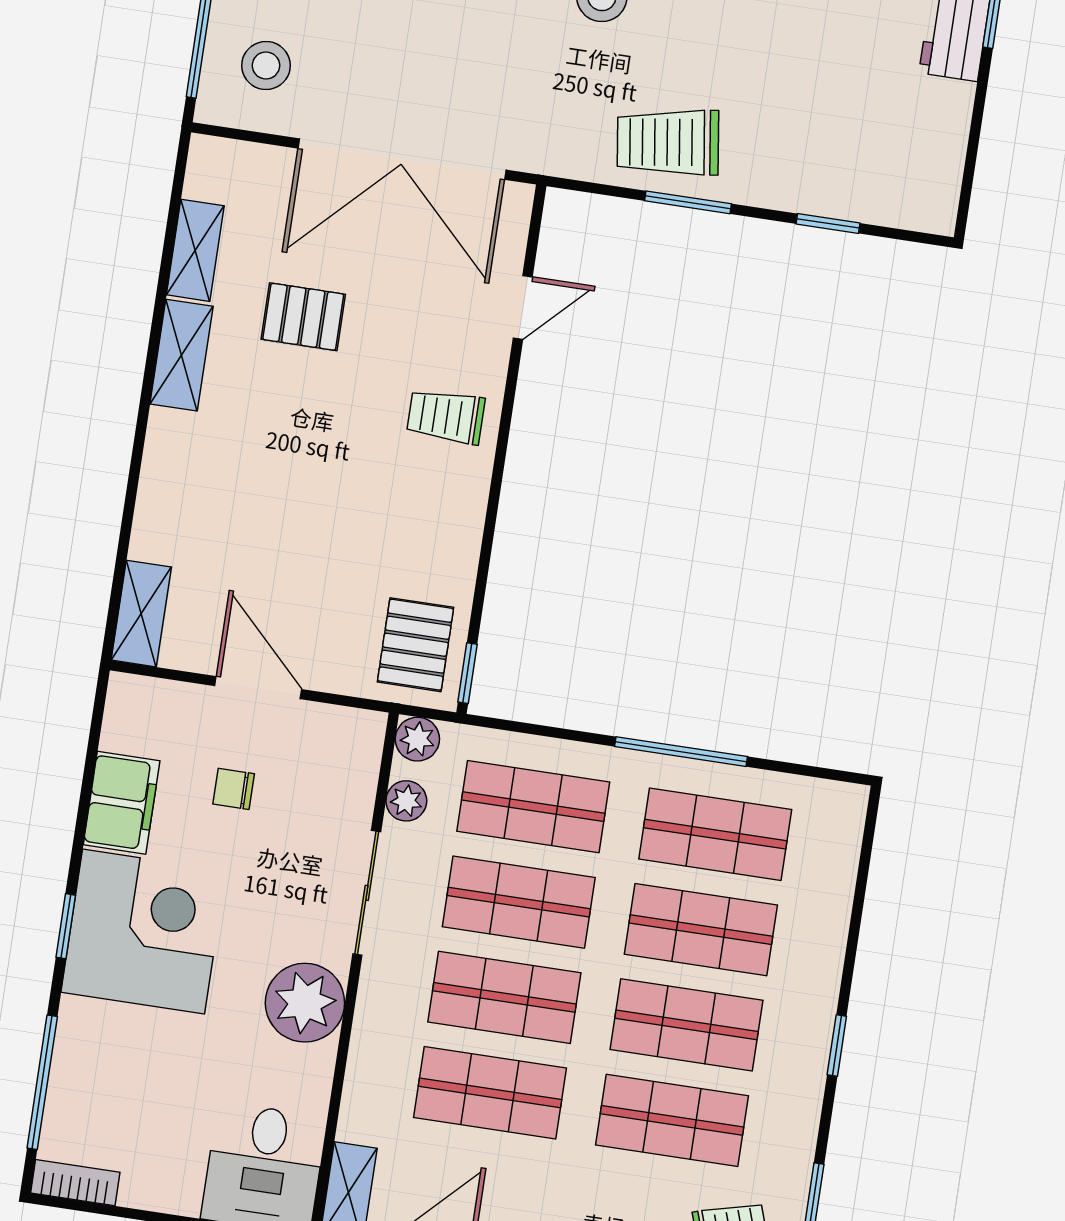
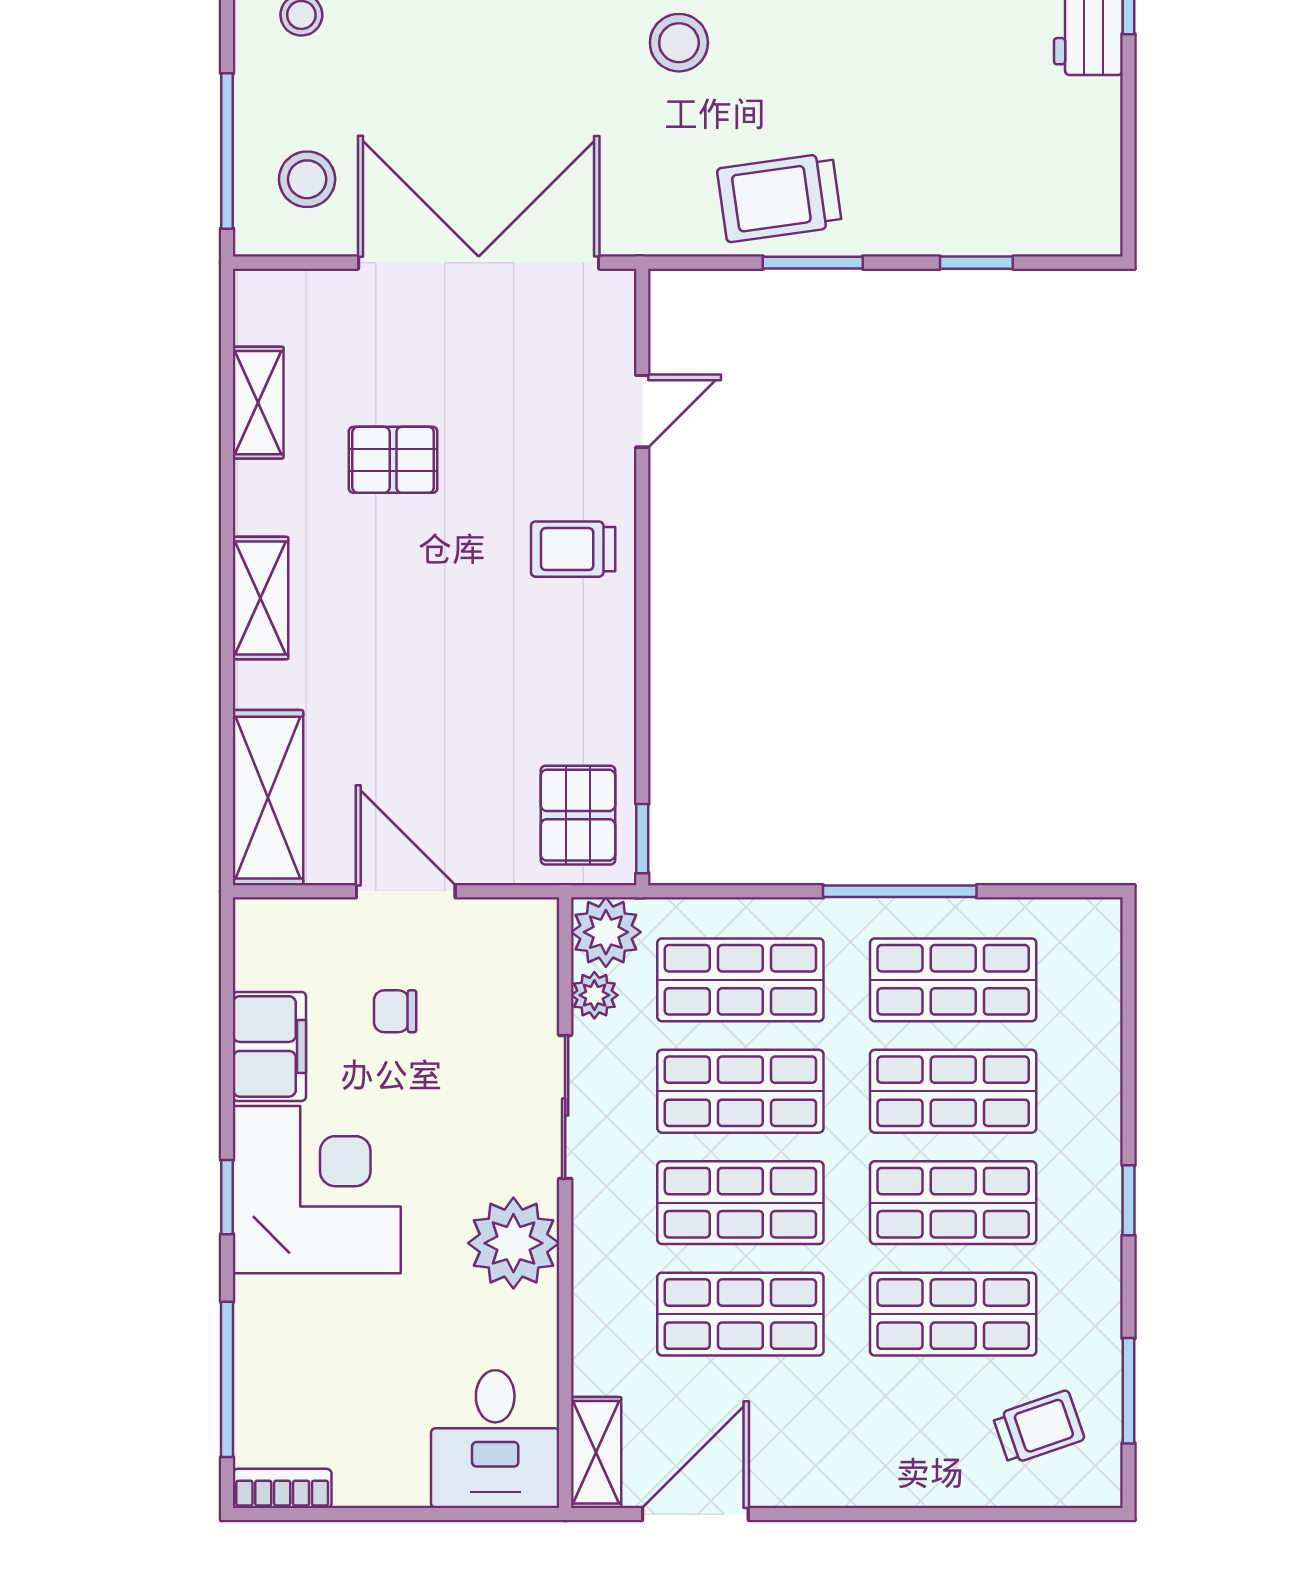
double door: (402, 159) -> (479, 263), swing flipped
shelving: (181, 355) -> (261, 598), moved
shelving: (141, 614) -> (268, 798), width x1.50, depth x1.33
plant: (417, 739) -> (606, 932), width x1.38, depth x1.38

